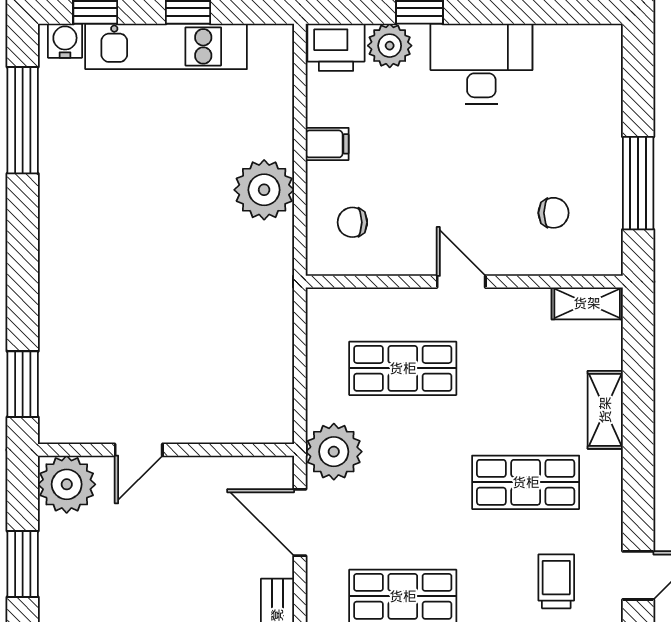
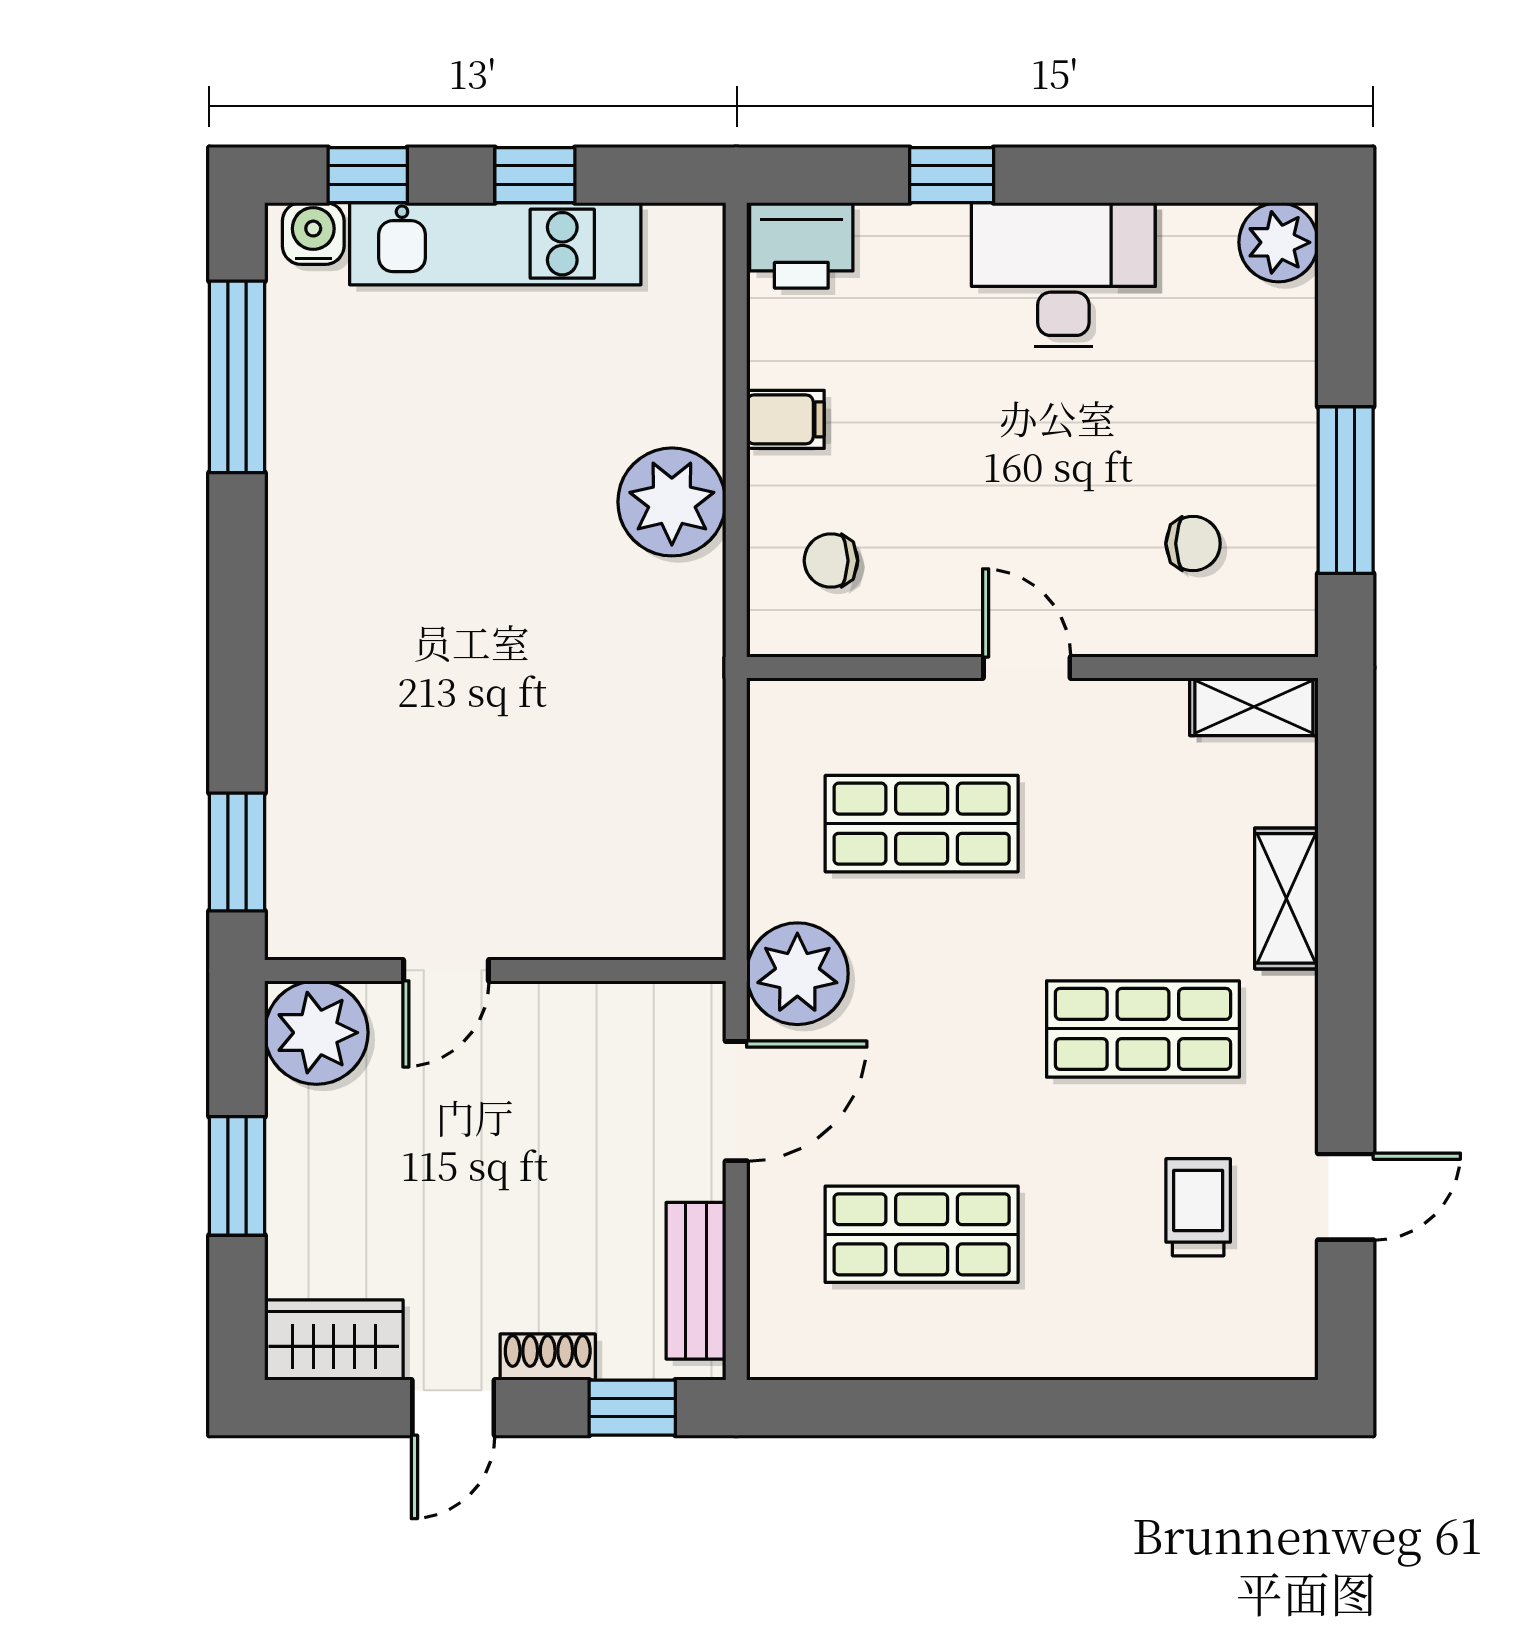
plant: (390, 46) -> (1278, 242), moved
door: (300, 522) -> (736, 1101), swing flipped

